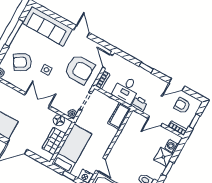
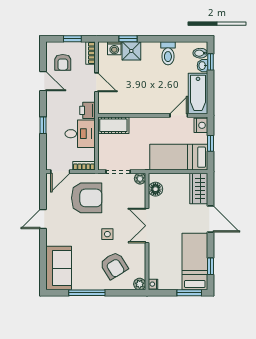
sofa: (47, 26) -> (59, 268), width x0.73
armchair: (79, 69) -> (87, 198), turned 90
wardrobe: (54, 141) -> (199, 188), moved, turned 90
window: (168, 169) -> (128, 39), moved

